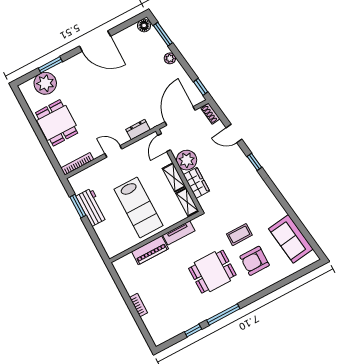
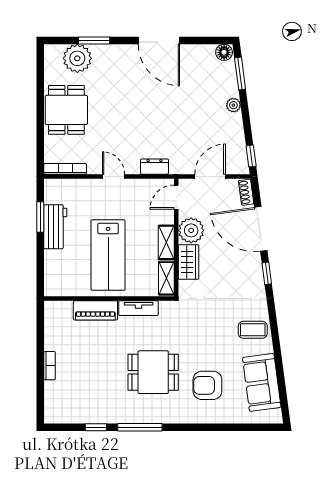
door: (180, 116) -> (210, 176), width x0.73
door: (234, 134) -> (261, 229), width x1.88
coffee table: (239, 235) -> (253, 330), moved

